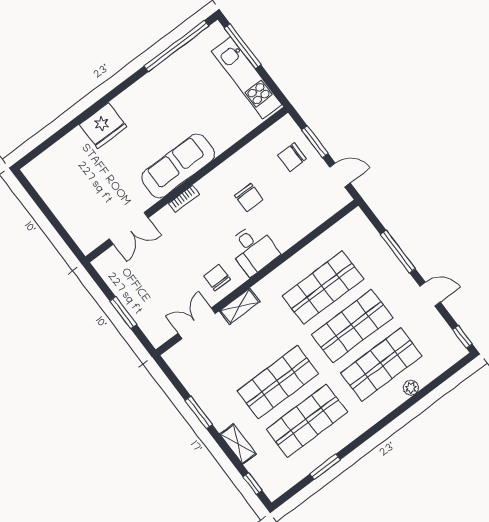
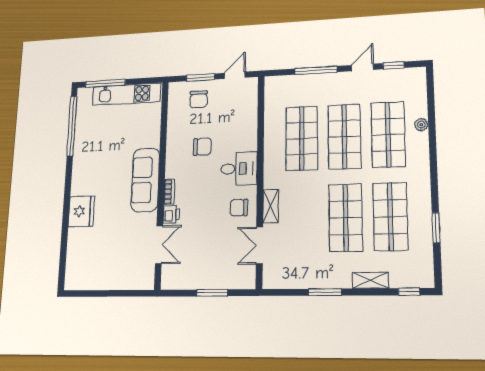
printer: (165, 218) -> (171, 214), added
window: (462, 337) -> (394, 65), moved

